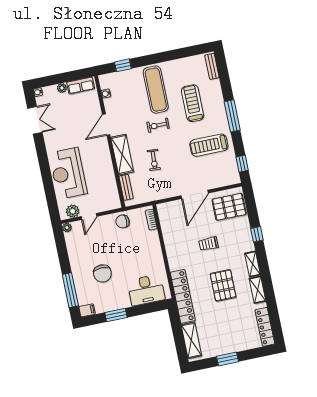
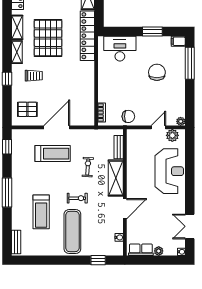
treadmill: (209, 145) -> (53, 154), moved
pallet: (229, 207) -> (27, 109), width x0.67, depth x0.71
trolley: (209, 244) -> (34, 76), moved
pallet: (223, 285) -> (48, 38), width x1.37, depth x1.41

